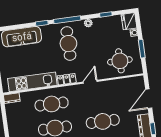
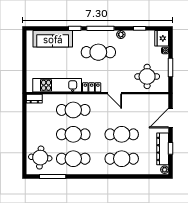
cafe table: (68, 44) -> (98, 52), turned 90
door: (90, 82) -> (115, 93), swing flipped

